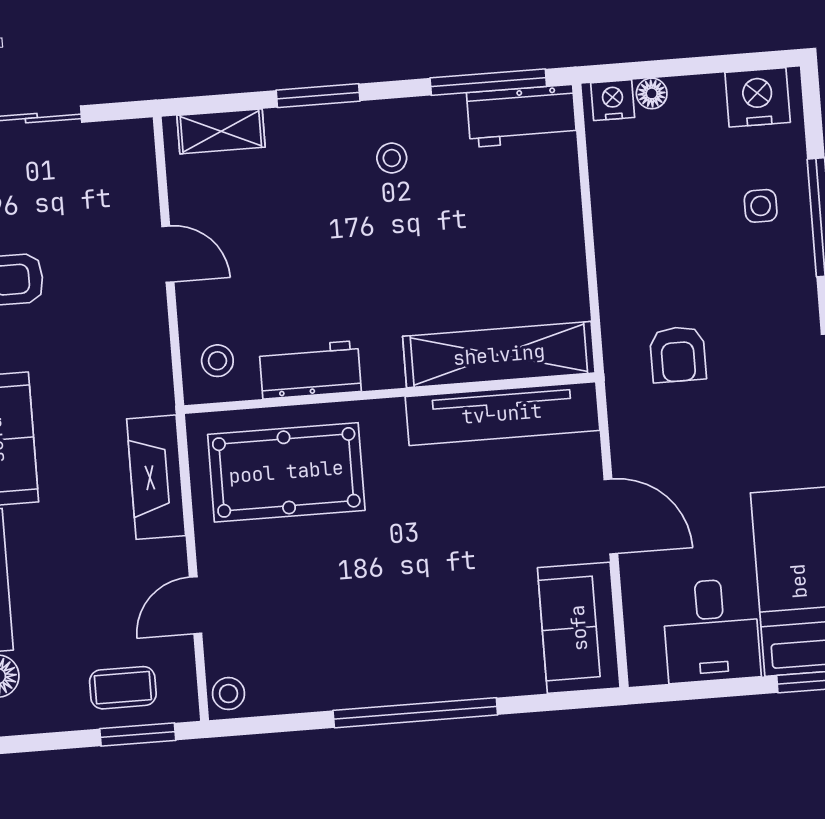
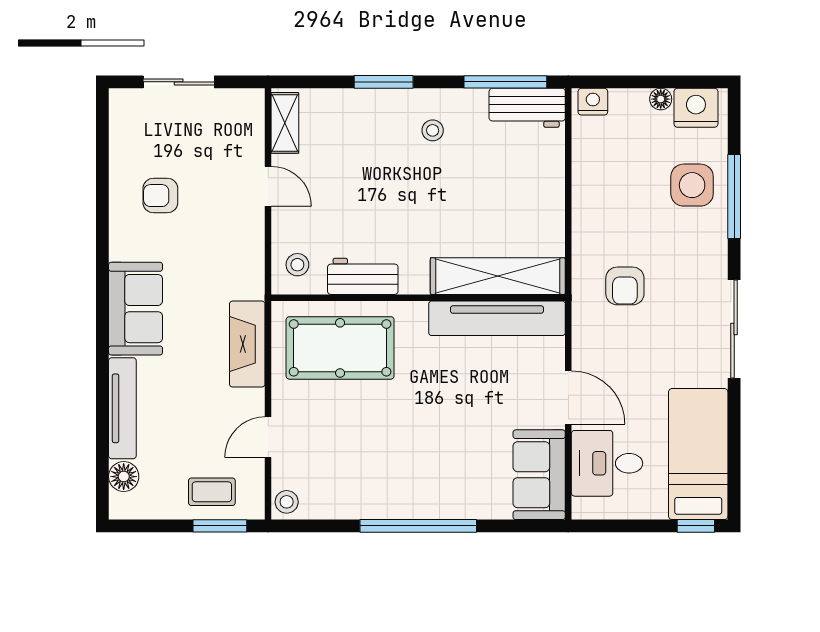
floor lamp: (652, 93) -> (661, 99), moved
shelving: (221, 131) -> (285, 123), moved, turned 90
side table: (761, 206) -> (692, 185), width x1.87, depth x1.87
desk: (711, 631) -> (607, 463), moved, turned 90

